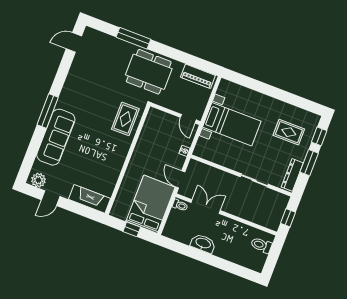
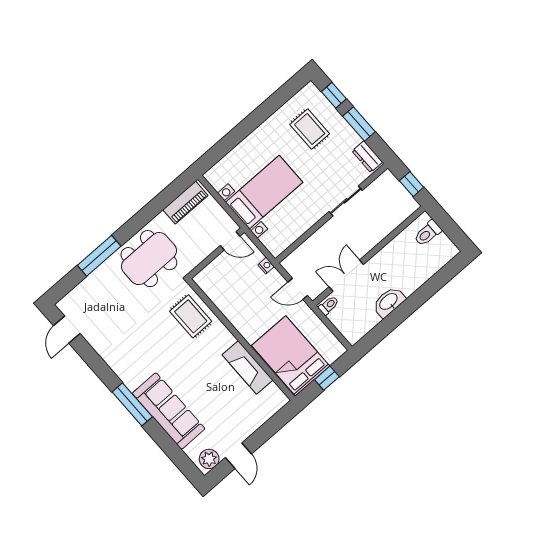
rug: (289, 132) -> (310, 129), turned 90
dresser: (292, 175) -> (367, 157), width x0.70
fireplace: (90, 199) -> (247, 367), moved, turned -90
bed: (151, 204) -> (291, 356), moved

